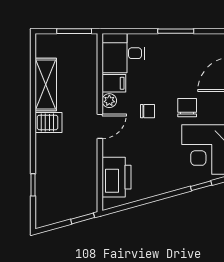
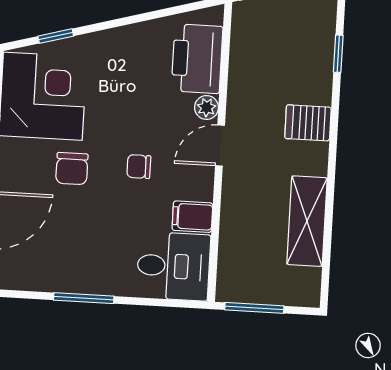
plant: (109, 101) -> (207, 107), moved
server rack: (49, 122) -> (308, 123), moved

